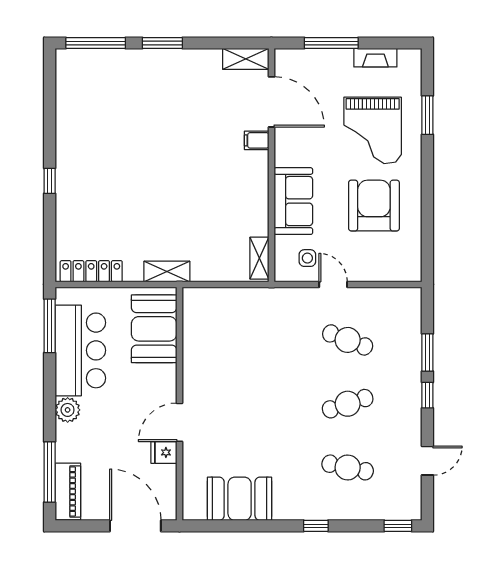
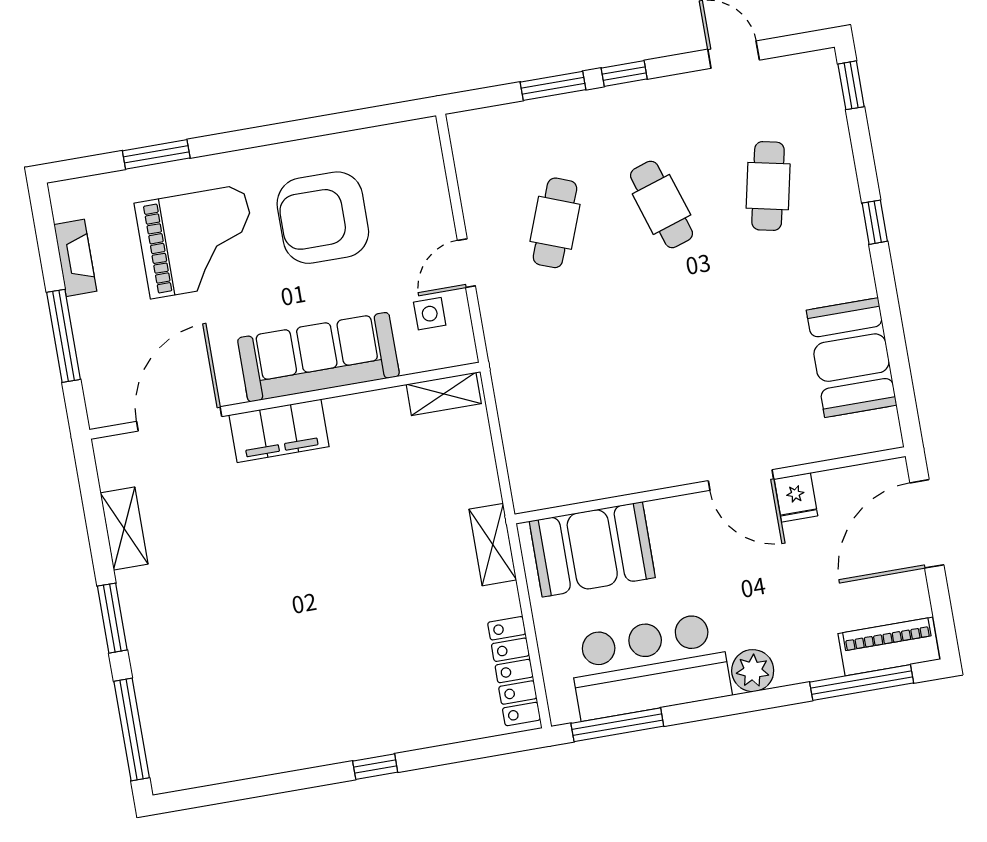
shelving: (246, 59) -> (124, 528), moved
filing cabinet: (257, 140) -> (279, 431), width x3.00, depth x1.17
sofa: (293, 201) -> (318, 357), width x1.36

